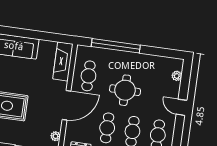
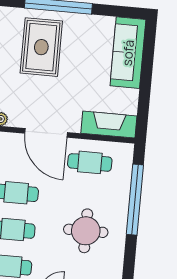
round table: (125, 90) -> (86, 231), moved

